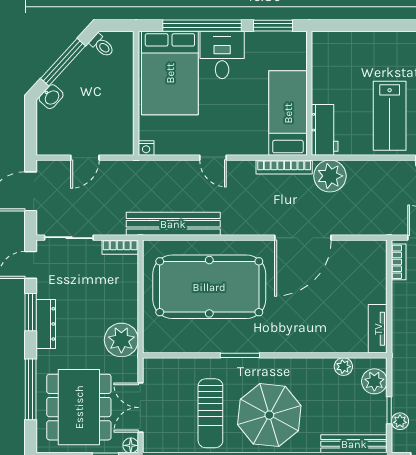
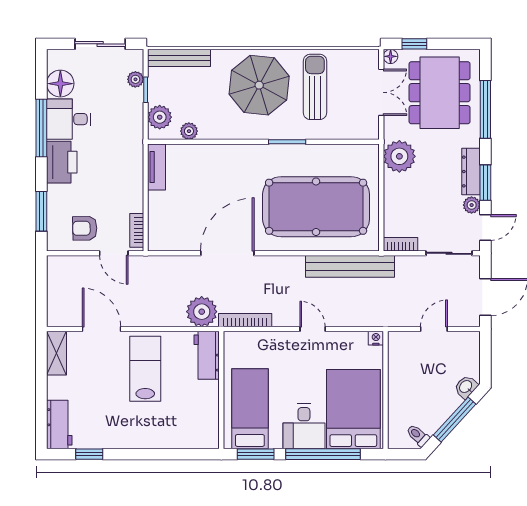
bed: (288, 113) -> (250, 409), moved, turned 180
plant: (45, 289) -> (472, 205), added

